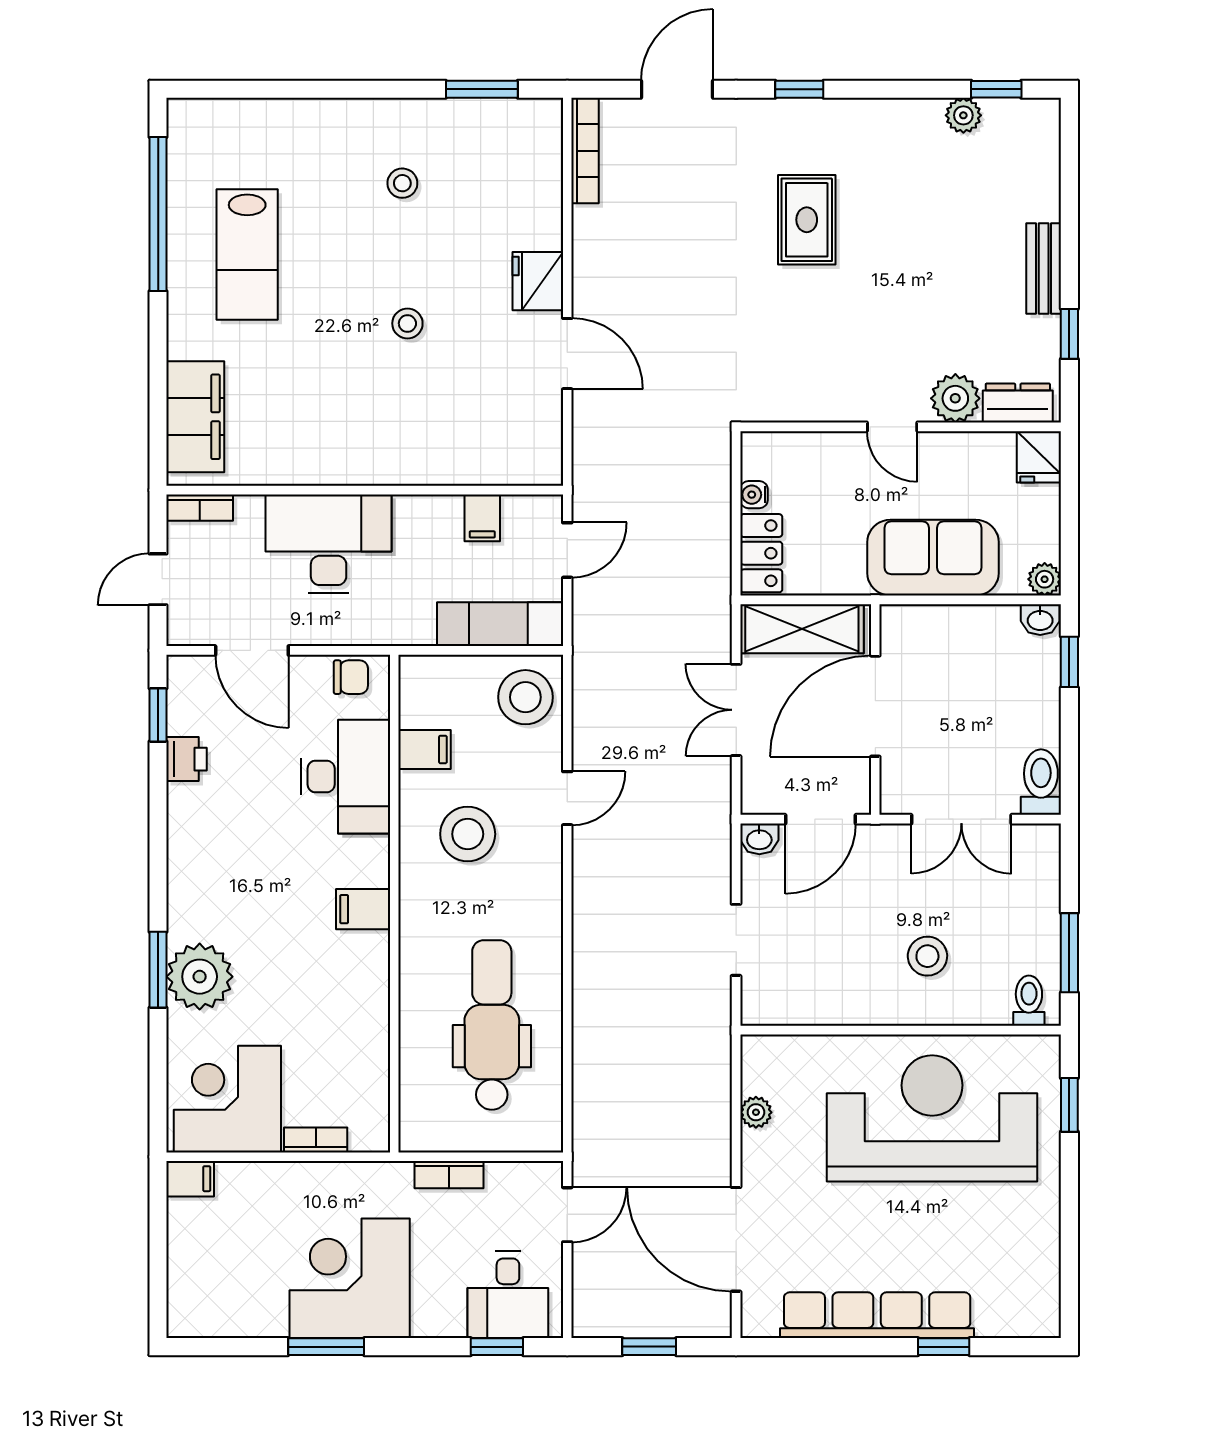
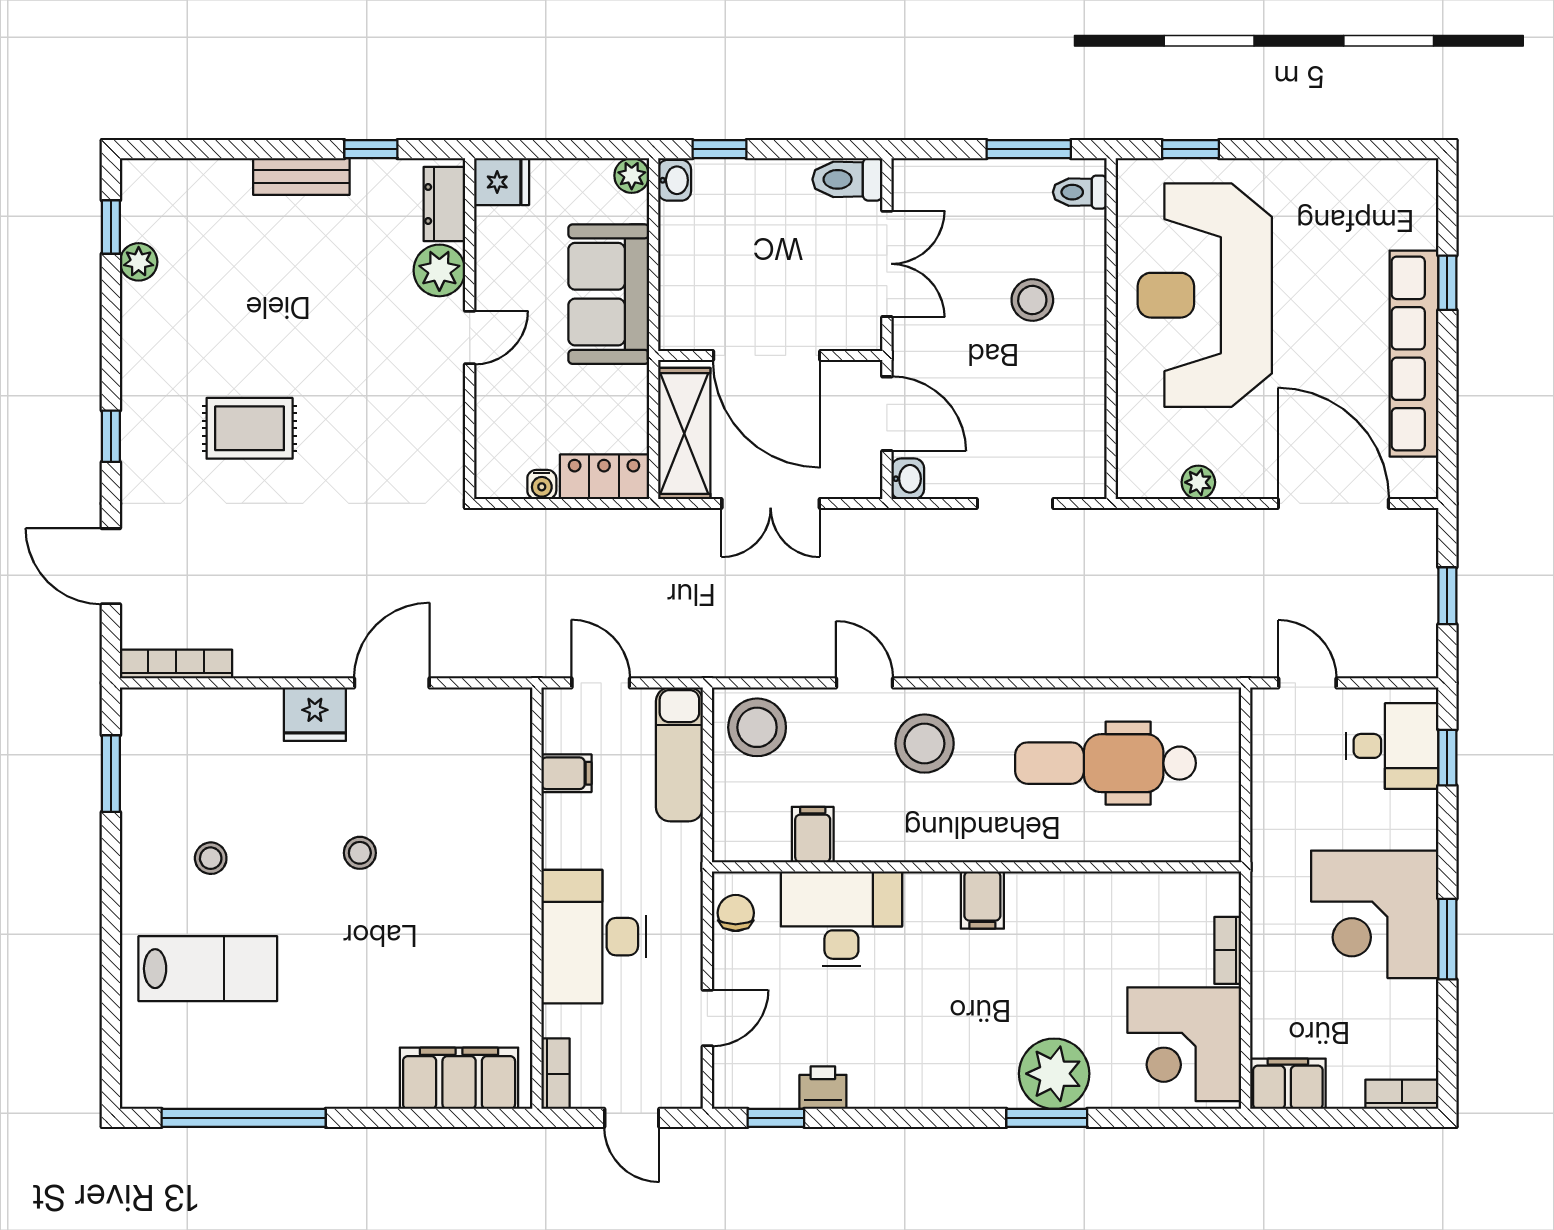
lab bench: (247, 255) -> (208, 969), moved
door: (252, 650) -> (707, 1018), width x0.73
stool: (468, 834) -> (925, 744), moved
bookcase: (449, 1175) -> (1402, 1094), moved, turned -90
filing cabinet: (190, 1179) -> (1288, 1084), width x2.00
door: (736, 1239) -> (1333, 503), swing flipped

